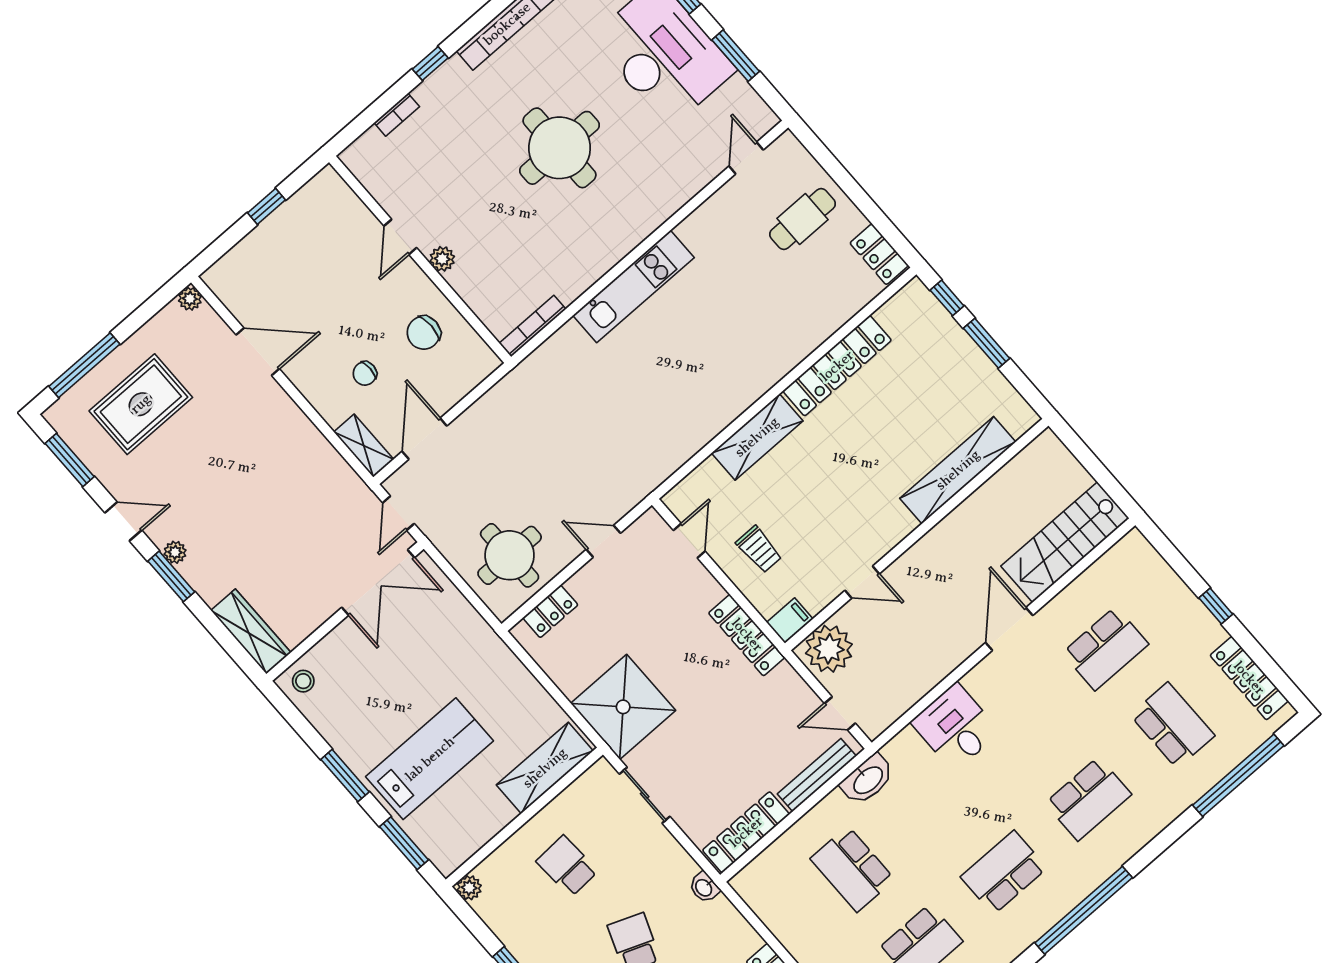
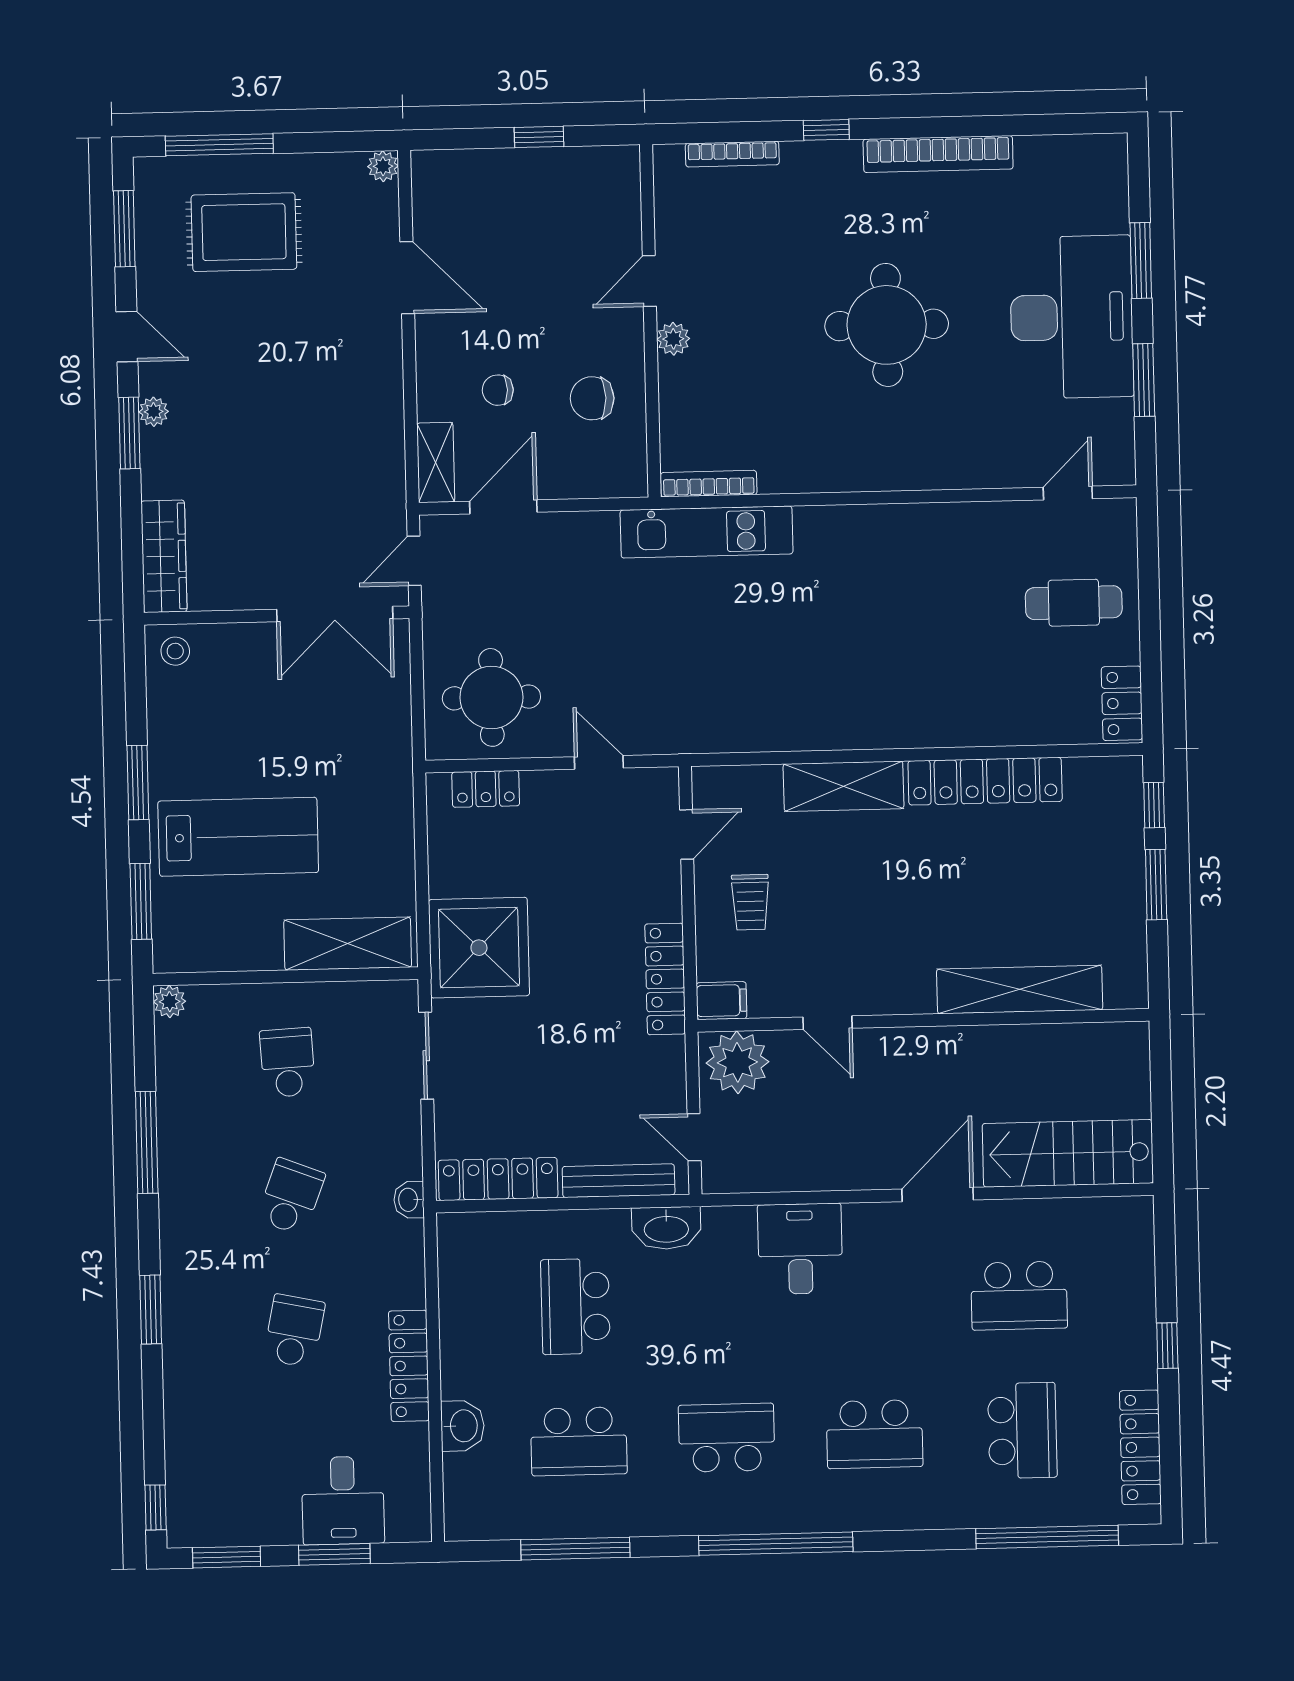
bookcase: (397, 115) -> (732, 154), width x1.56
kitchen unit: (634, 286) -> (707, 532), moved

